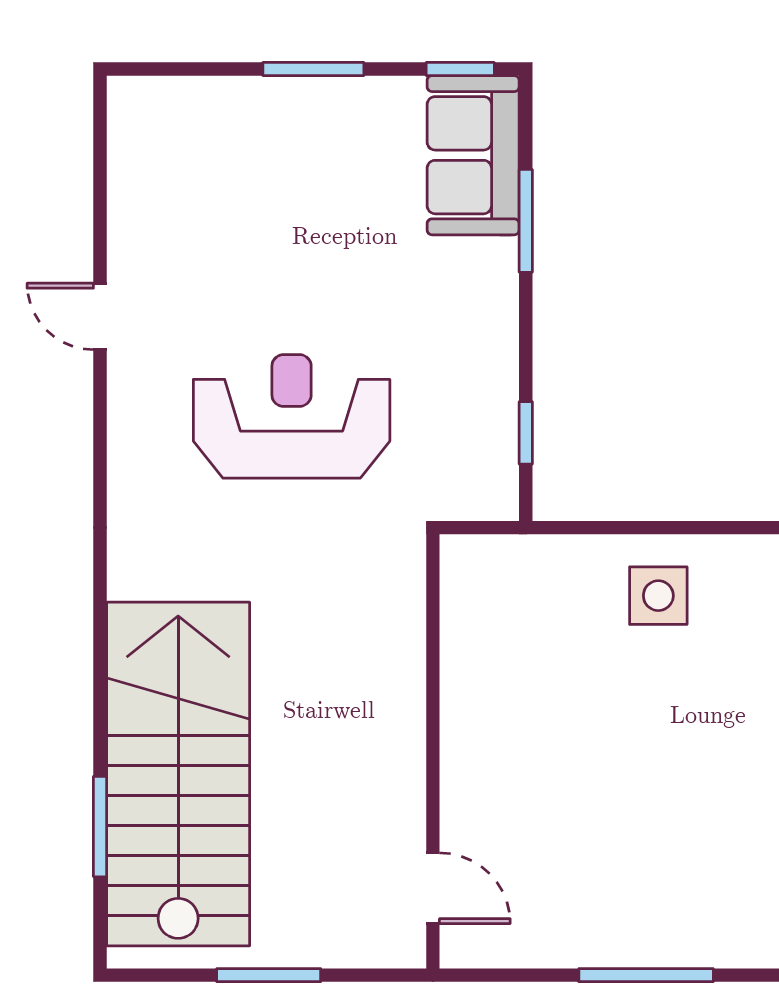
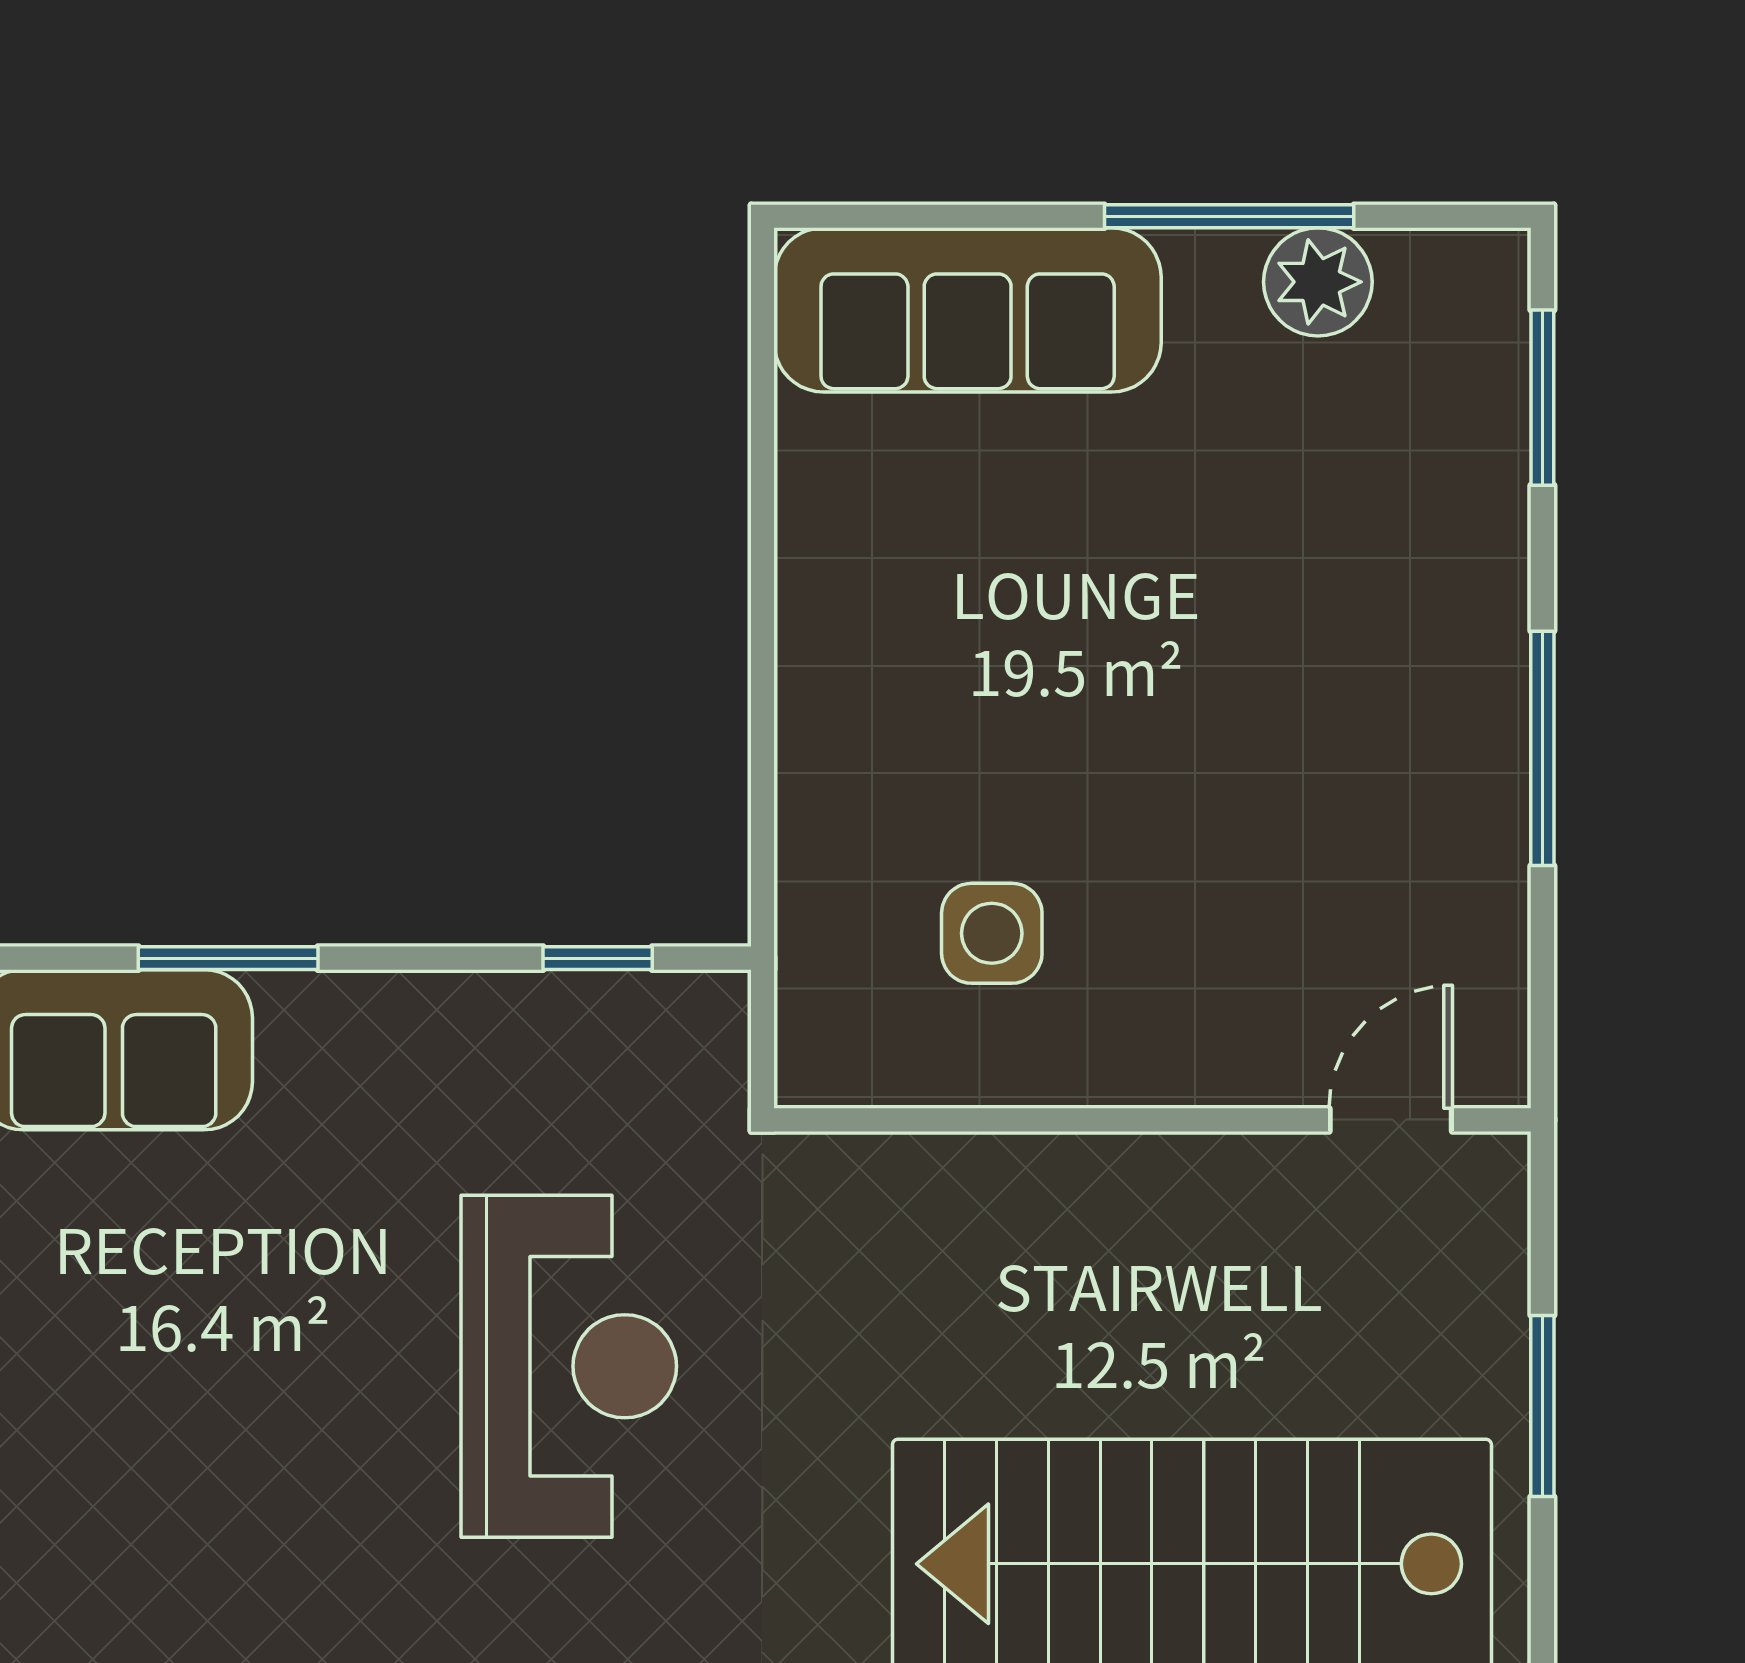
reception desk: (292, 416) -> (569, 1366), turned 180
side table: (658, 596) -> (992, 933), moved

